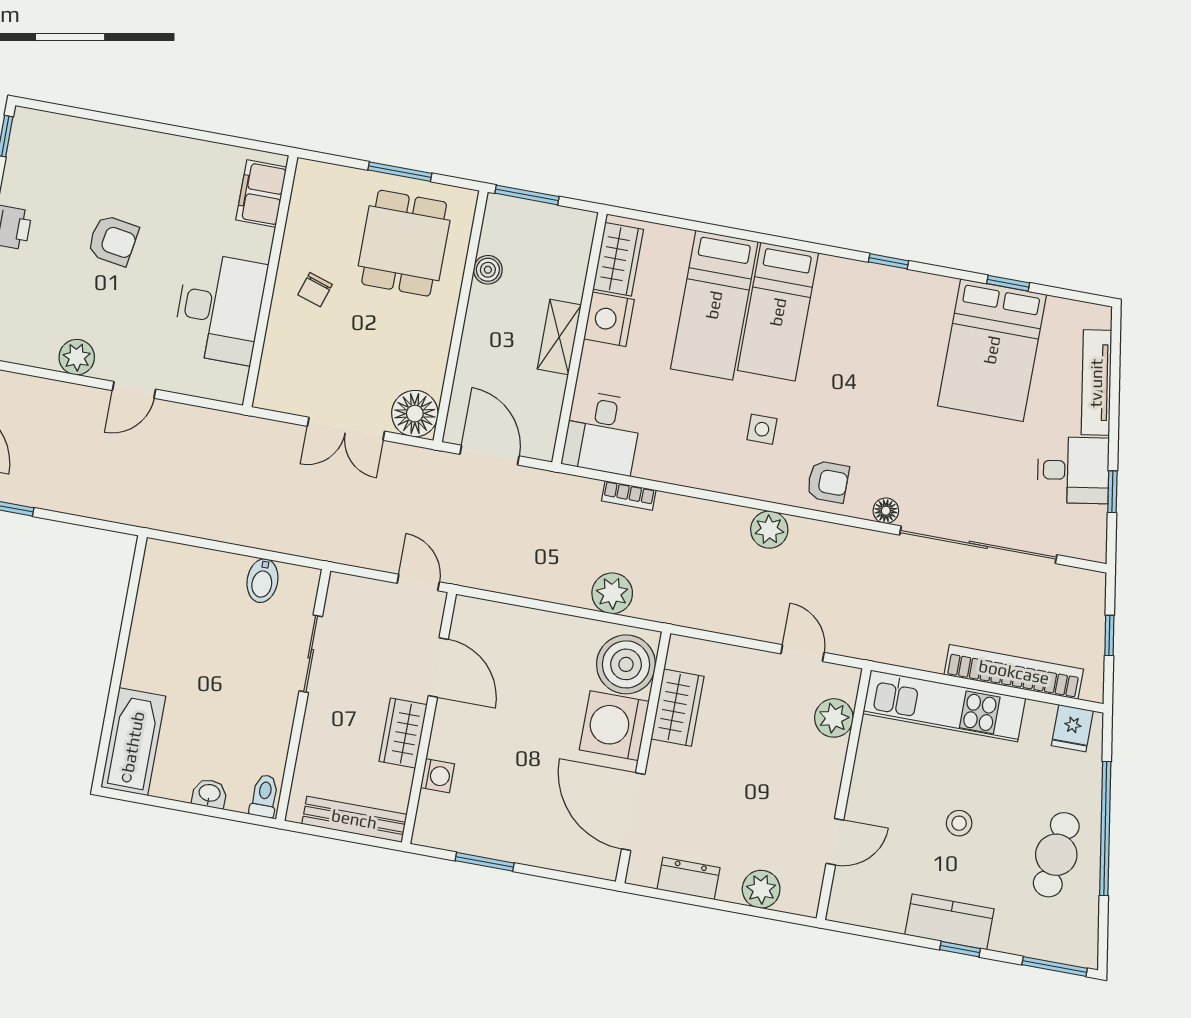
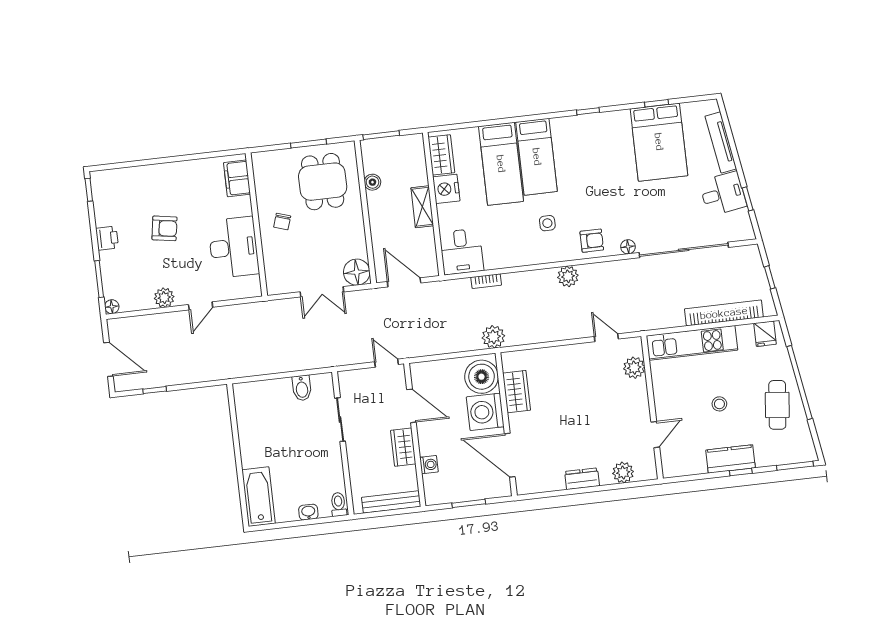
boiler: (626, 664) -> (482, 377), moved
wardrobe: (677, 708) -> (517, 392), moved
washing machine: (614, 726) -> (485, 412), moved
wall: (643, 757) -> (506, 424), moved
door: (633, 812) -> (510, 455), moved

